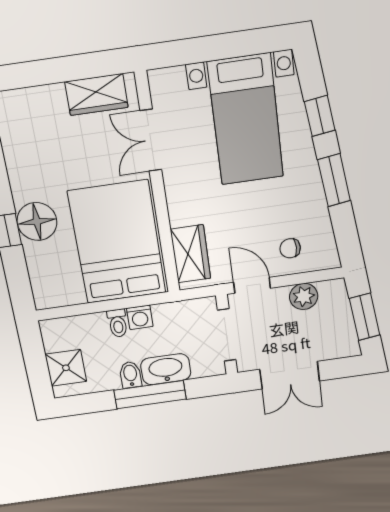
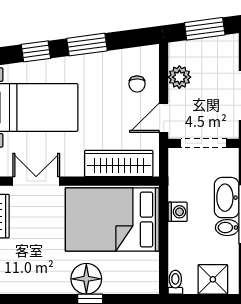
double door: (151, 140) -> (36, 181), swing flipped
wardrobe: (191, 254) -> (119, 163), width x1.50
toilet: (118, 323) -> (175, 282), moved, turned -90

